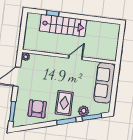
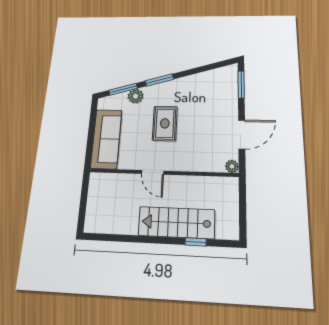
door: (75, 58) -> (153, 172), hinge flipped
rug: (64, 103) -> (165, 123), moved
armchair: (37, 109) -> (204, 92), removed

